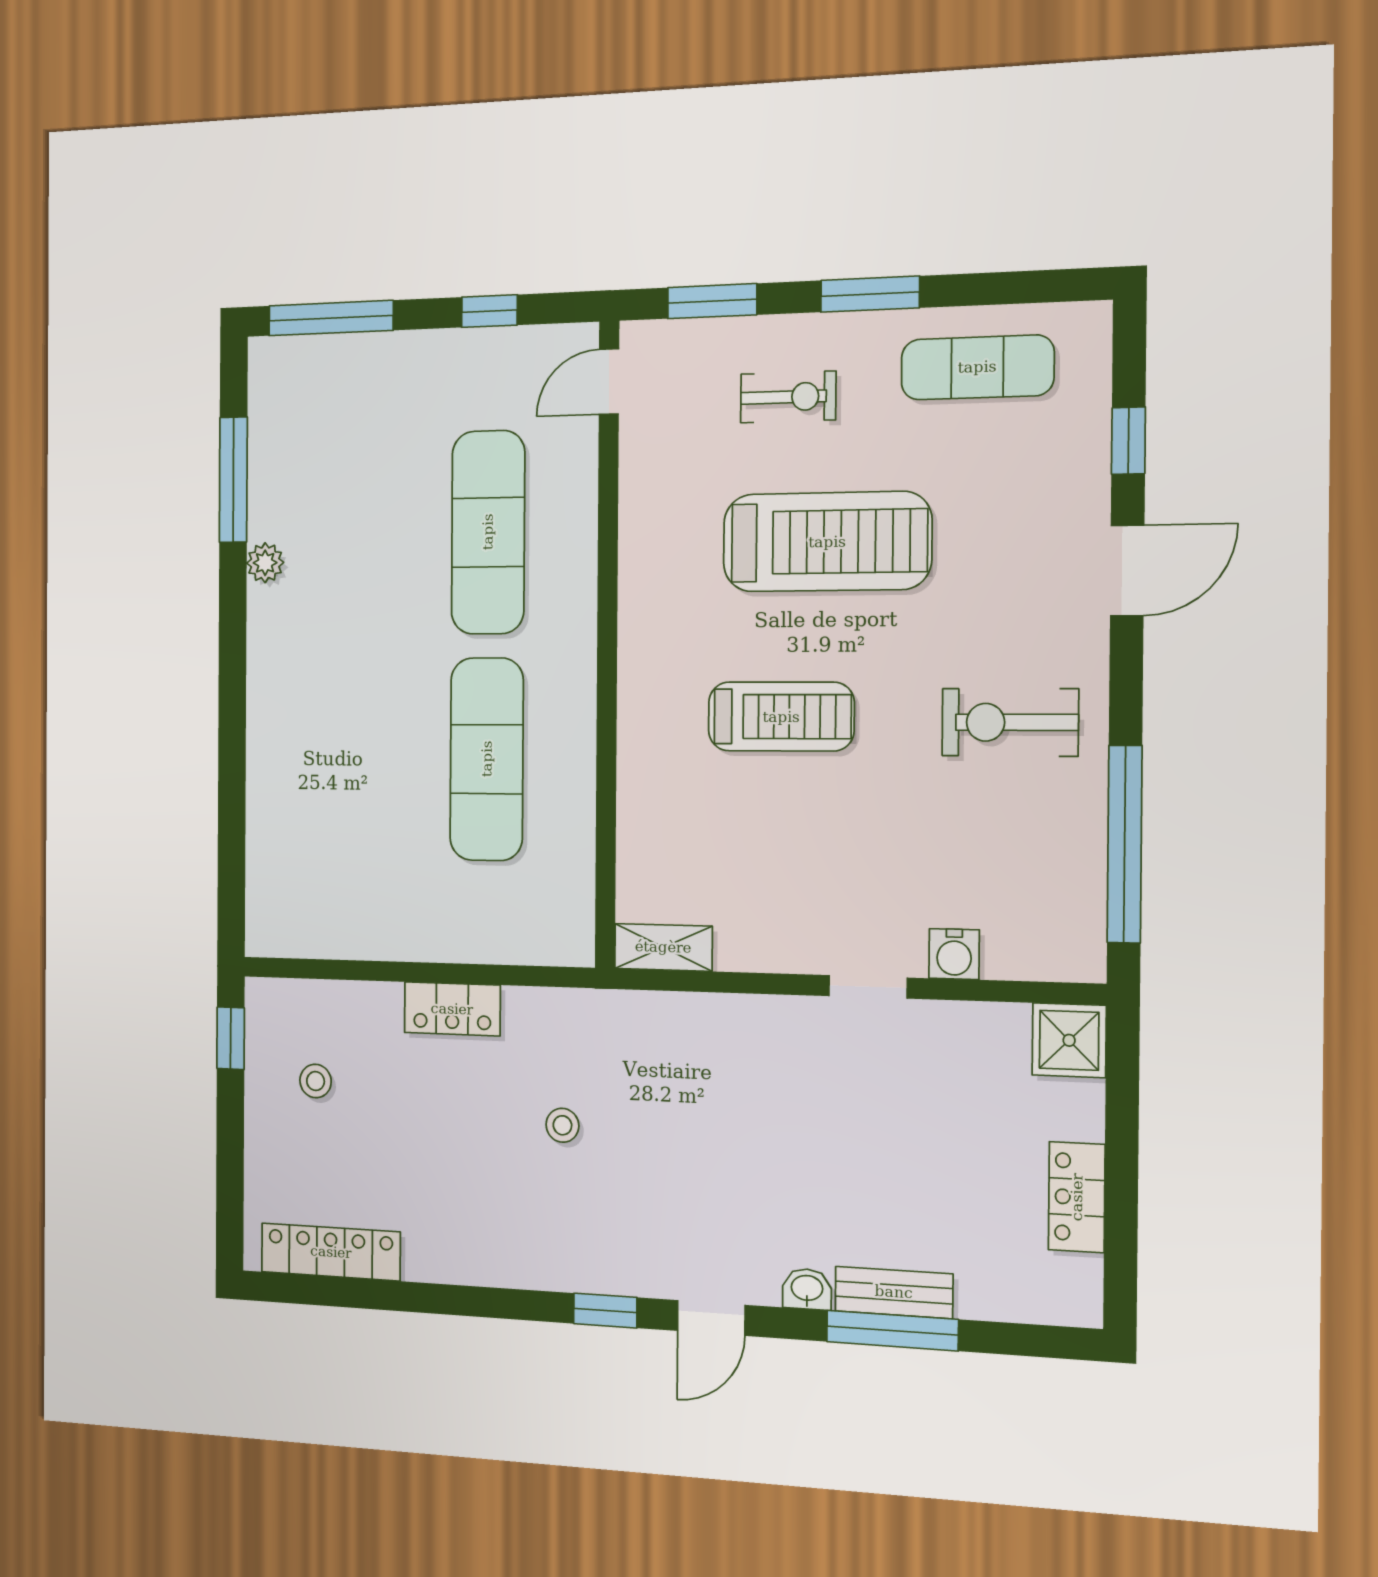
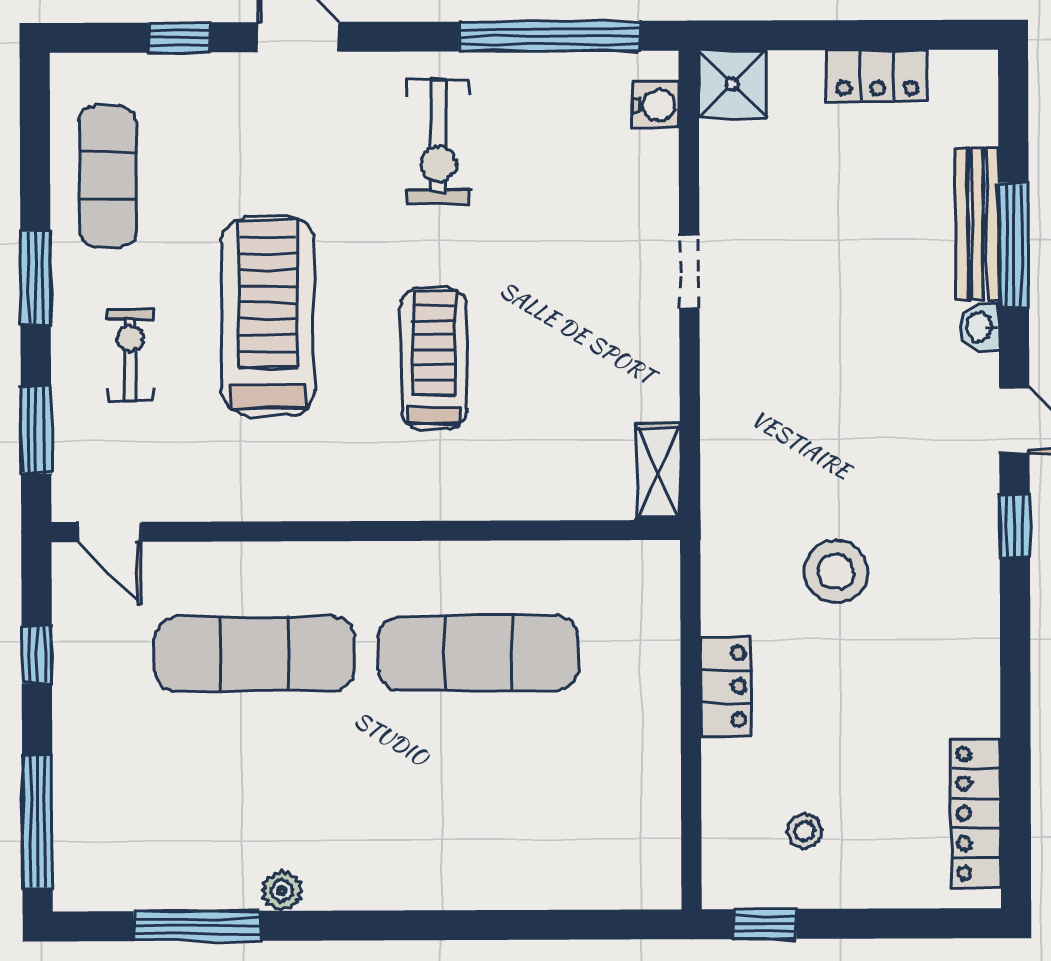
water cooler: (954, 954) -> (655, 105), moved
stool: (562, 1125) -> (836, 571), width x1.89, depth x1.89
bench: (894, 1292) -> (977, 224), width x1.36

